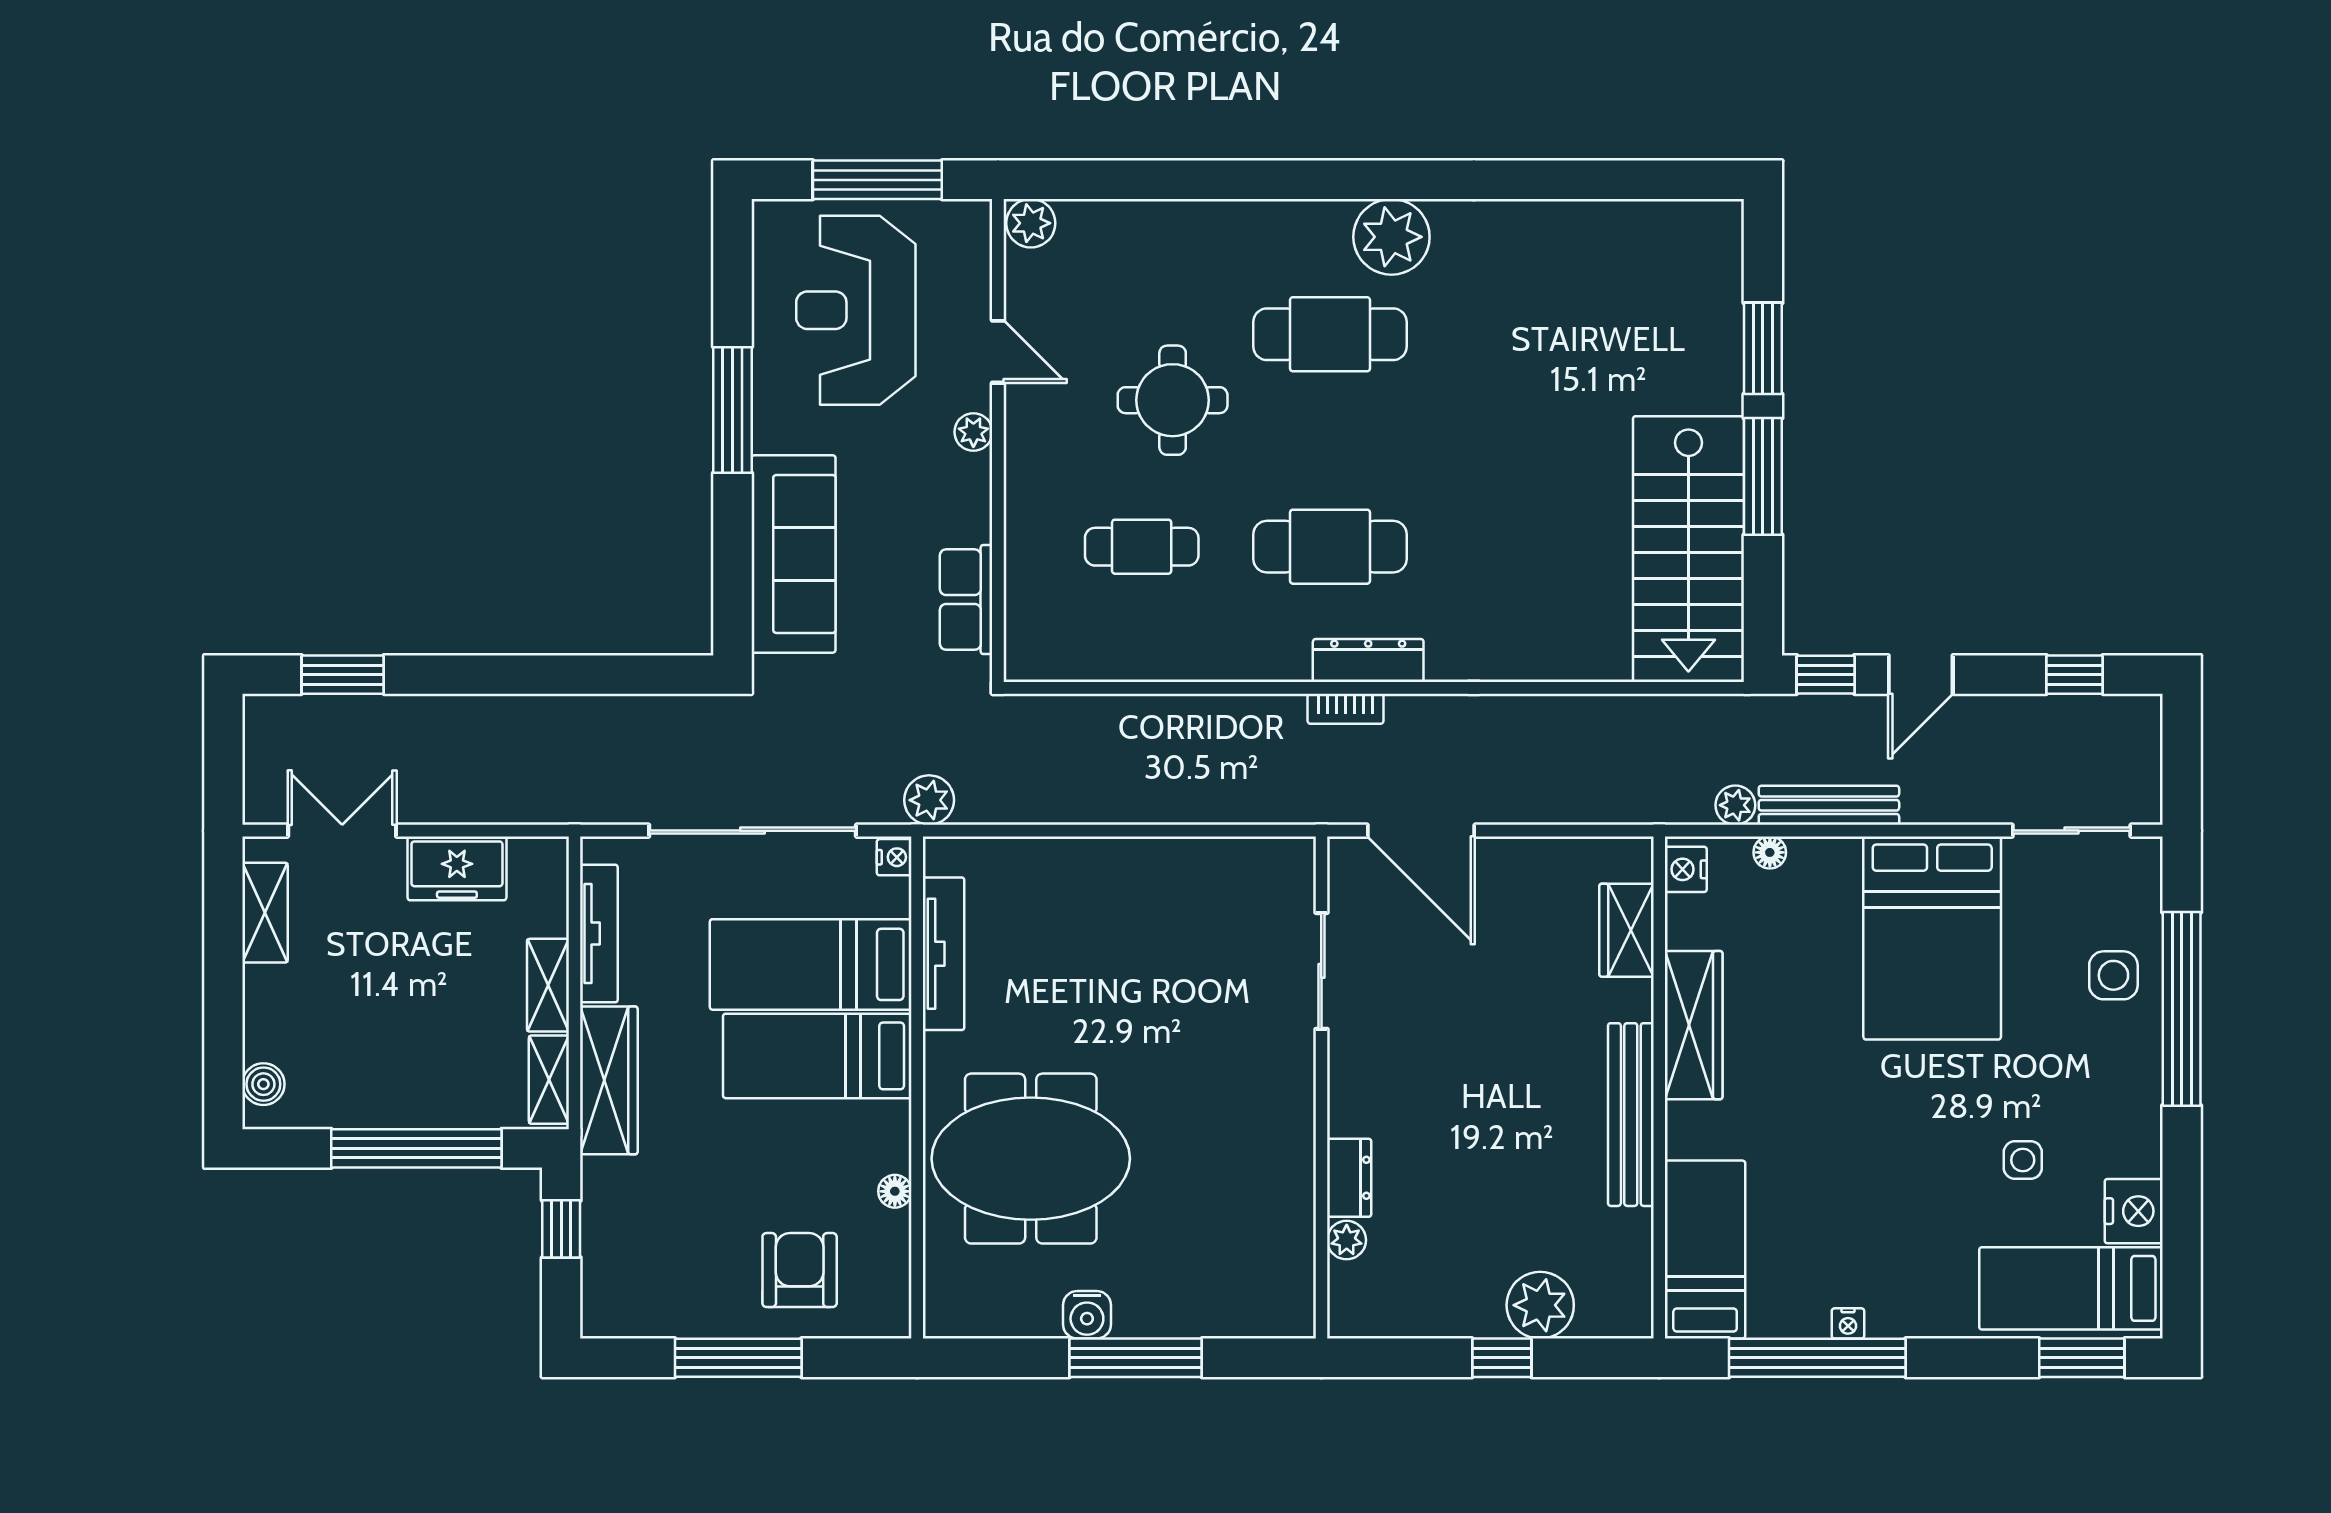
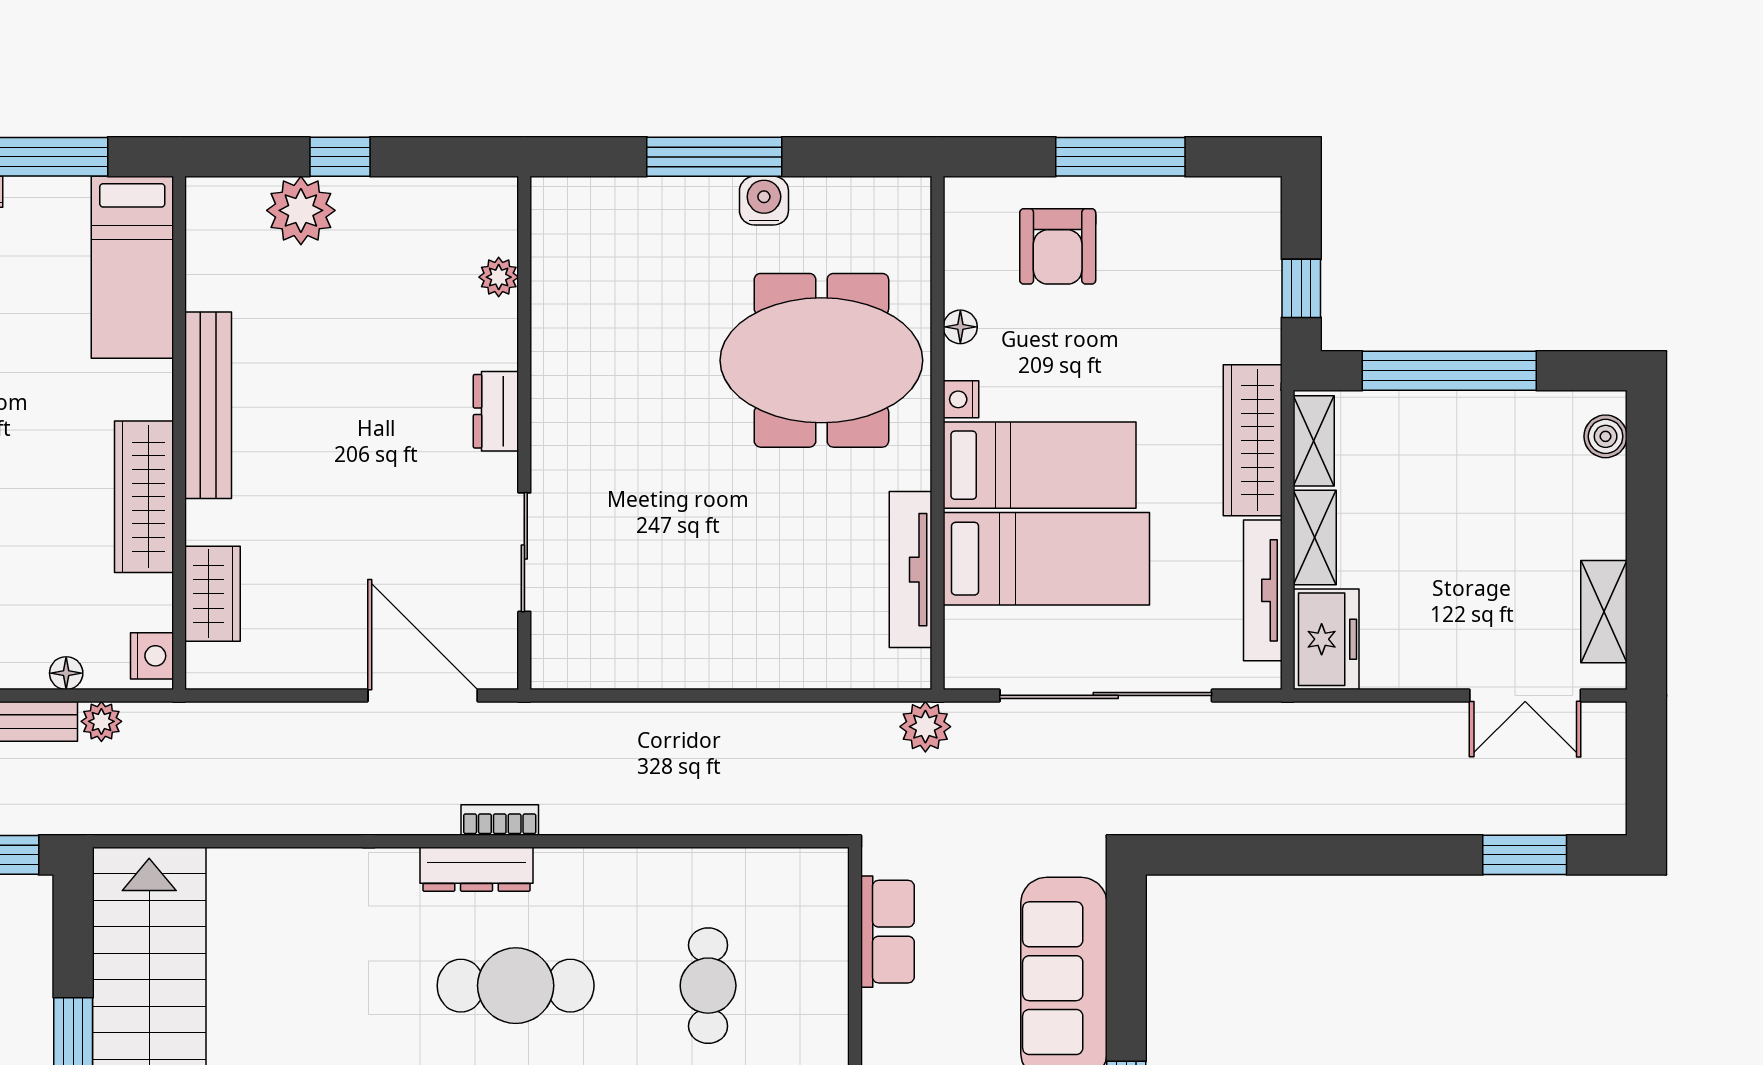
cafe table: (1142, 547) -> (708, 986), turned 90
nightstand: (894, 857) -> (961, 399), moved
freezer: (457, 868) -> (1326, 639), moved, turned 90
dresser: (1349, 1178) -> (496, 411), moved

